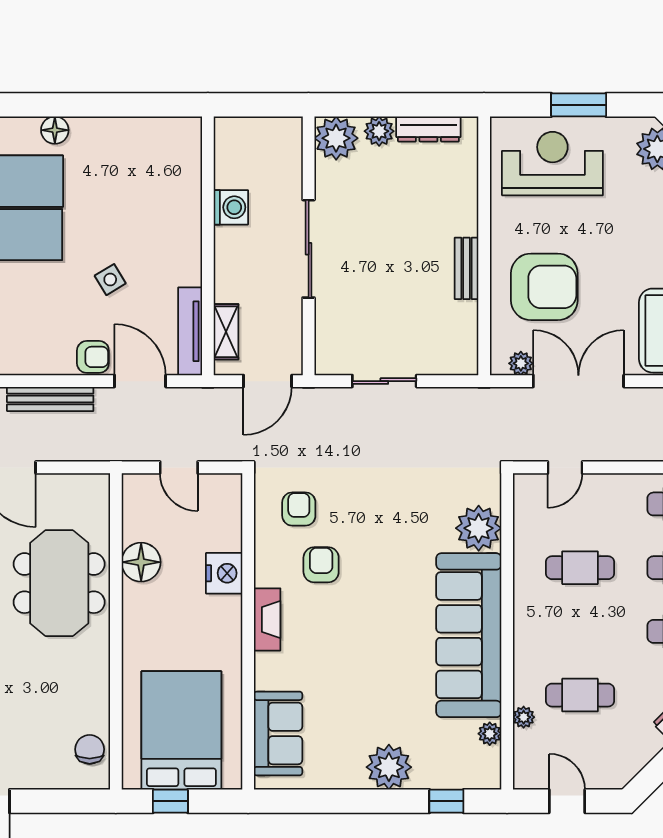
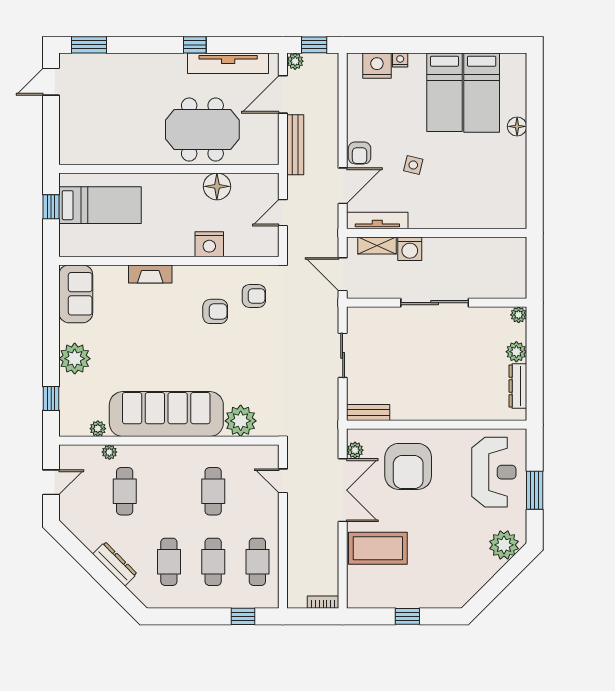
plant: (336, 138) -> (519, 315), width x0.53, depth x0.53
washing machine: (231, 207) -> (410, 249), moved
bench: (467, 268) -> (368, 412), moved
side table: (110, 280) -> (413, 165), turned 45
bench: (50, 399) -> (295, 145), moved
fireplace: (267, 619) -> (150, 274), moved
bed: (181, 730) -> (100, 205), width x0.67
sofa: (278, 733) -> (76, 294), moved, turned -90
chair: (90, 749) -> (87, 151), removed

